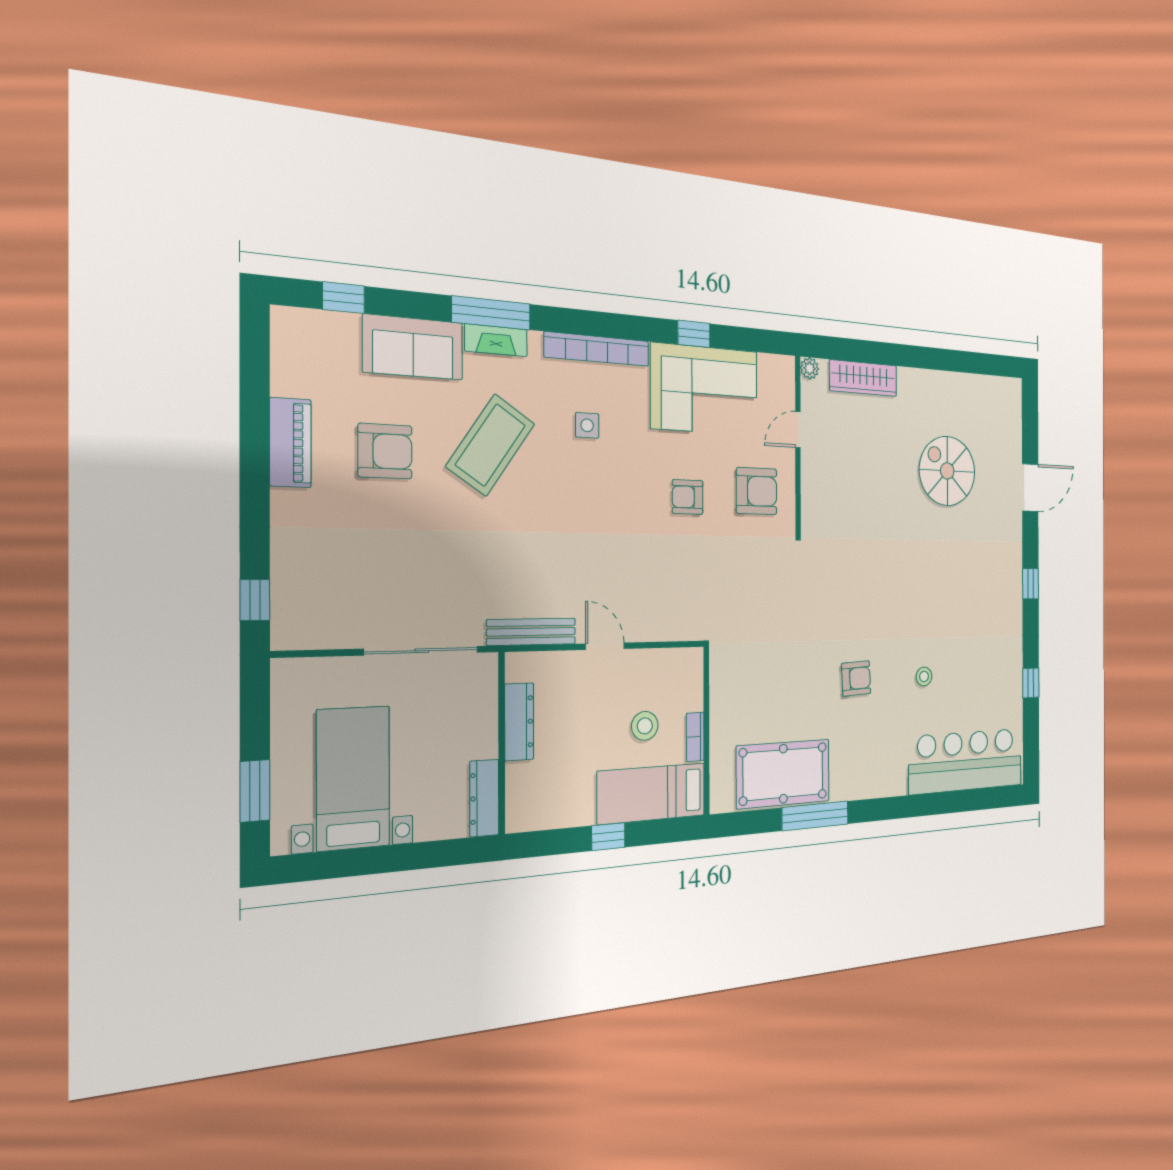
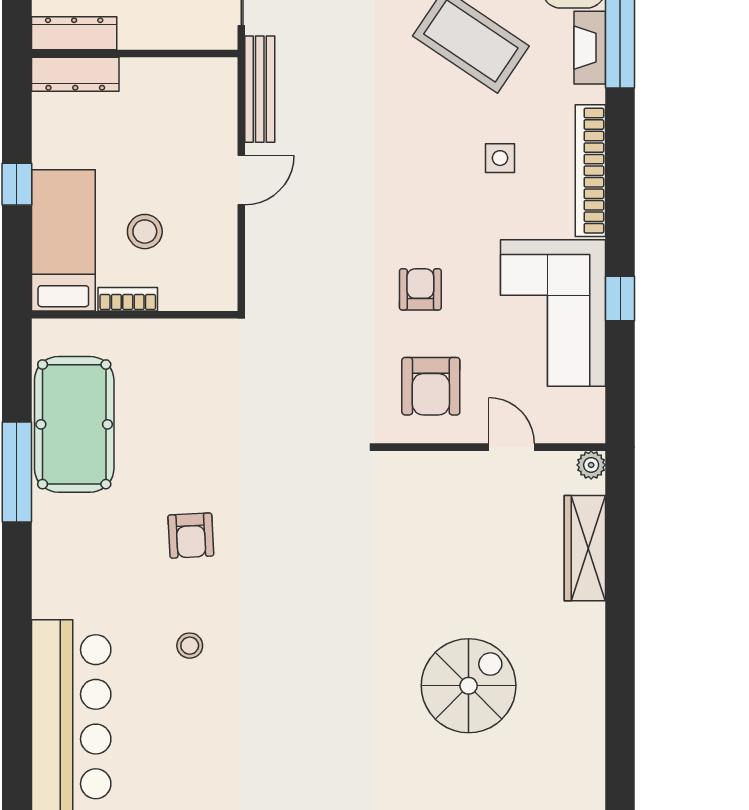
dresser: (519, 722) -> (75, 74), moved

